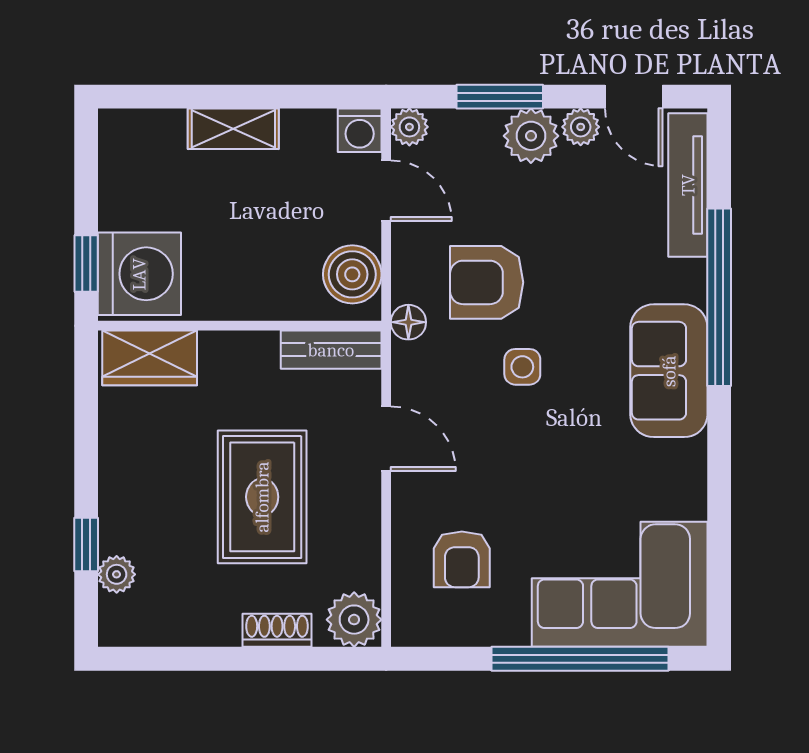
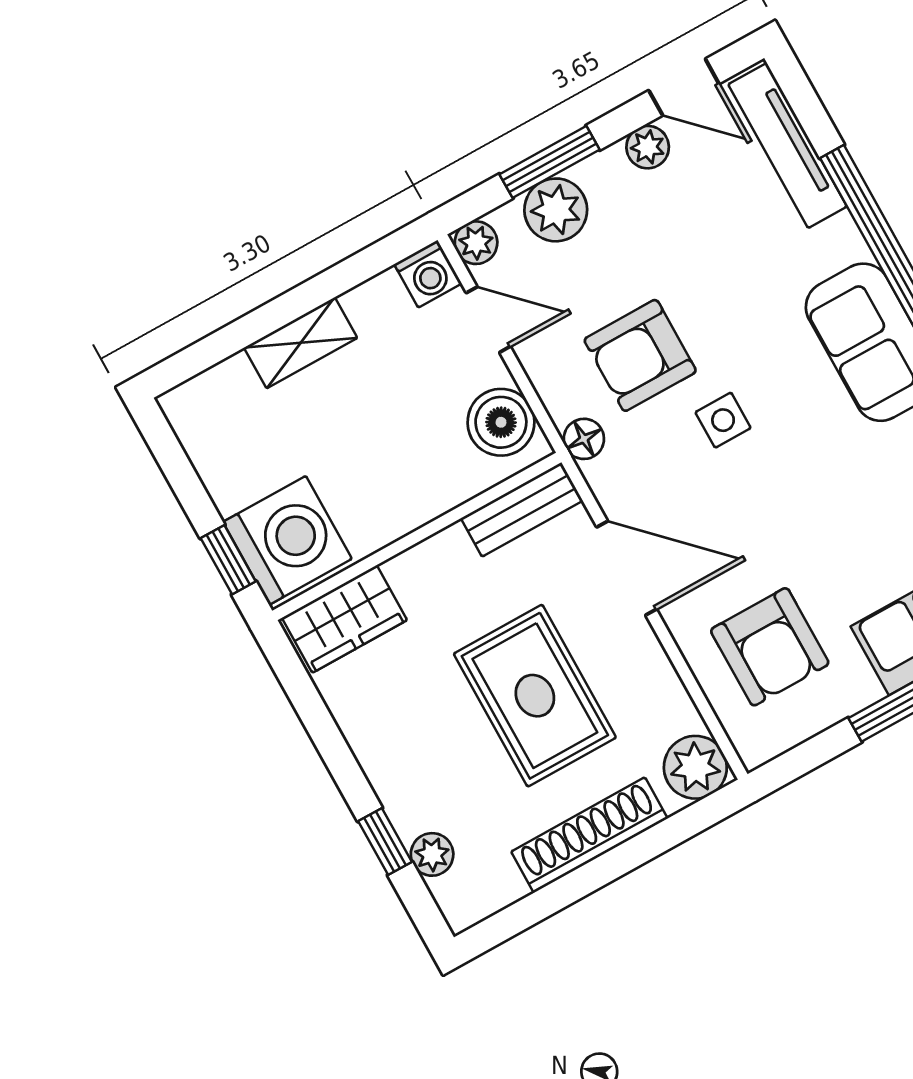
plant: (531, 136) -> (556, 210), moved
door: (386, 439) -> (627, 568), width x1.38
armchair: (462, 559) -> (770, 647), width x1.38, depth x1.38
shoe rack: (277, 630) -> (589, 835), width x1.94, depth x1.24

